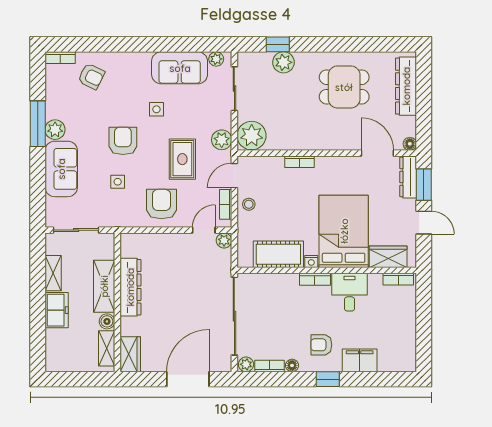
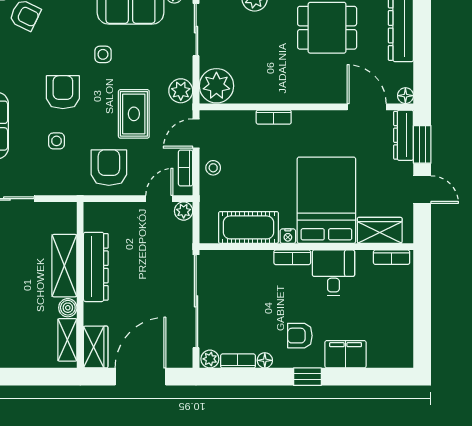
shelving: (104, 286) -> (64, 266), moved
dresser: (130, 287) -> (96, 267), moved
wall: (117, 302) -> (80, 285), moved
boiler: (107, 321) -> (68, 308), moved
shelving: (107, 348) -> (67, 340), moved
wardrobe: (130, 354) -> (96, 347), moved

